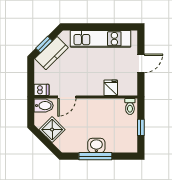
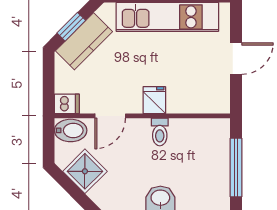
fridge: (111, 88) -> (154, 100), moved
toilet: (130, 106) -> (160, 132), moved
window: (141, 127) -> (236, 168), width x2.17

